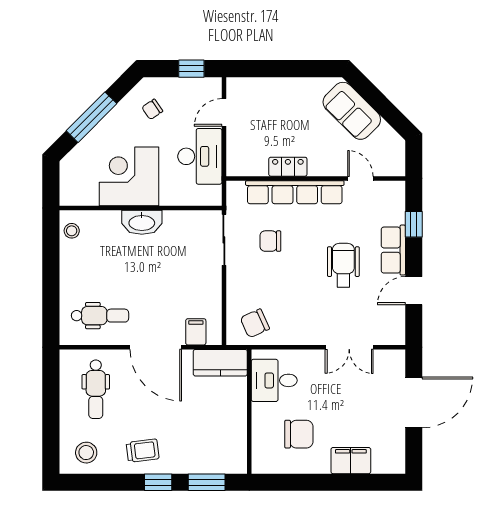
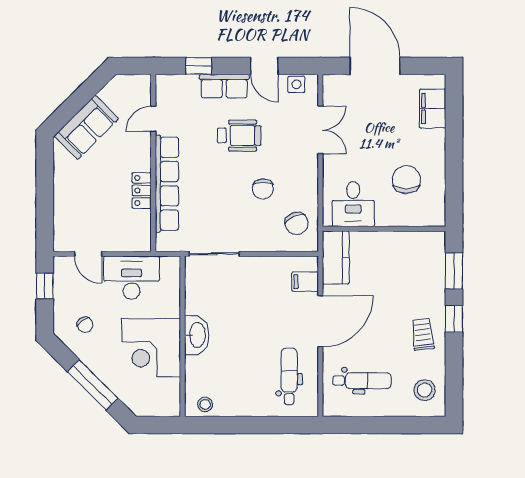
chair: (270, 241) -> (263, 189), moved
wheelchair: (343, 265) -> (239, 136), turned 180
side table: (395, 323) -> (296, 84), added
filing cabinet: (351, 461) -> (433, 109), moved

